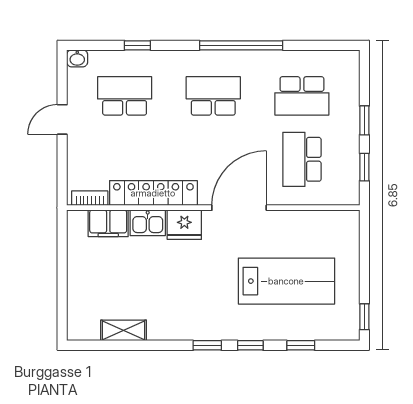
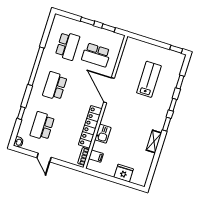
filing cabinet: (108, 223) -> (96, 156), width x0.50
fridge: (184, 225) -> (124, 173), moved, turned -90
lab bench: (286, 281) -> (149, 79), width x0.73, depth x0.72
shelving: (124, 330) -> (154, 141), moved

